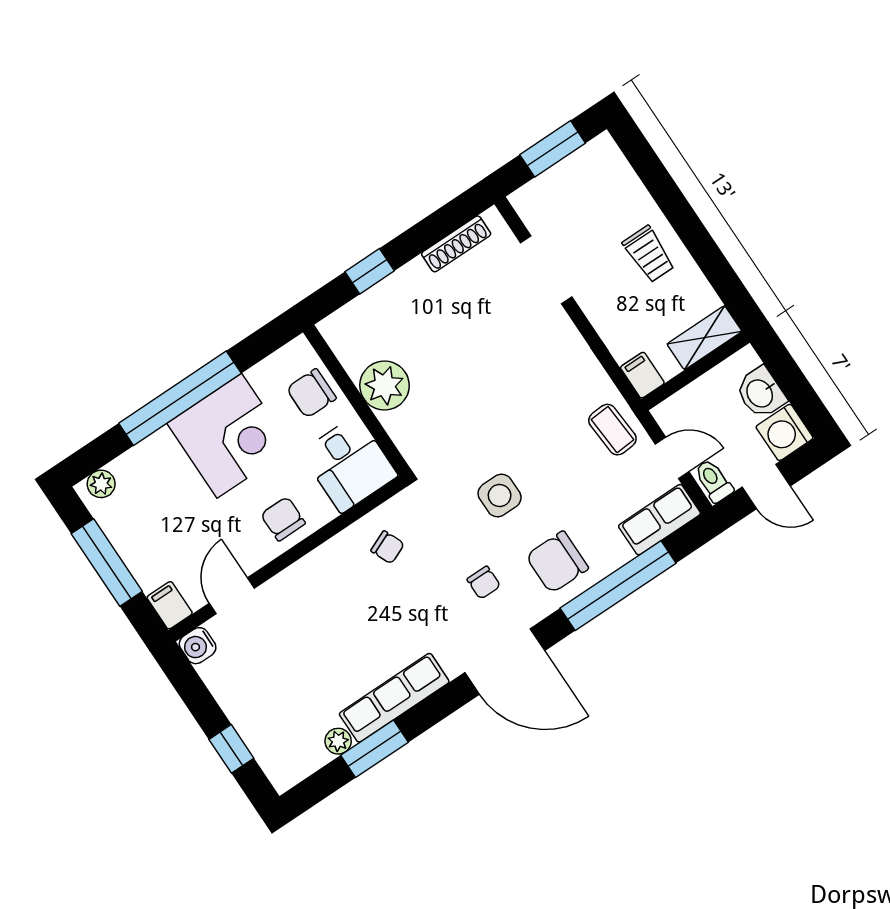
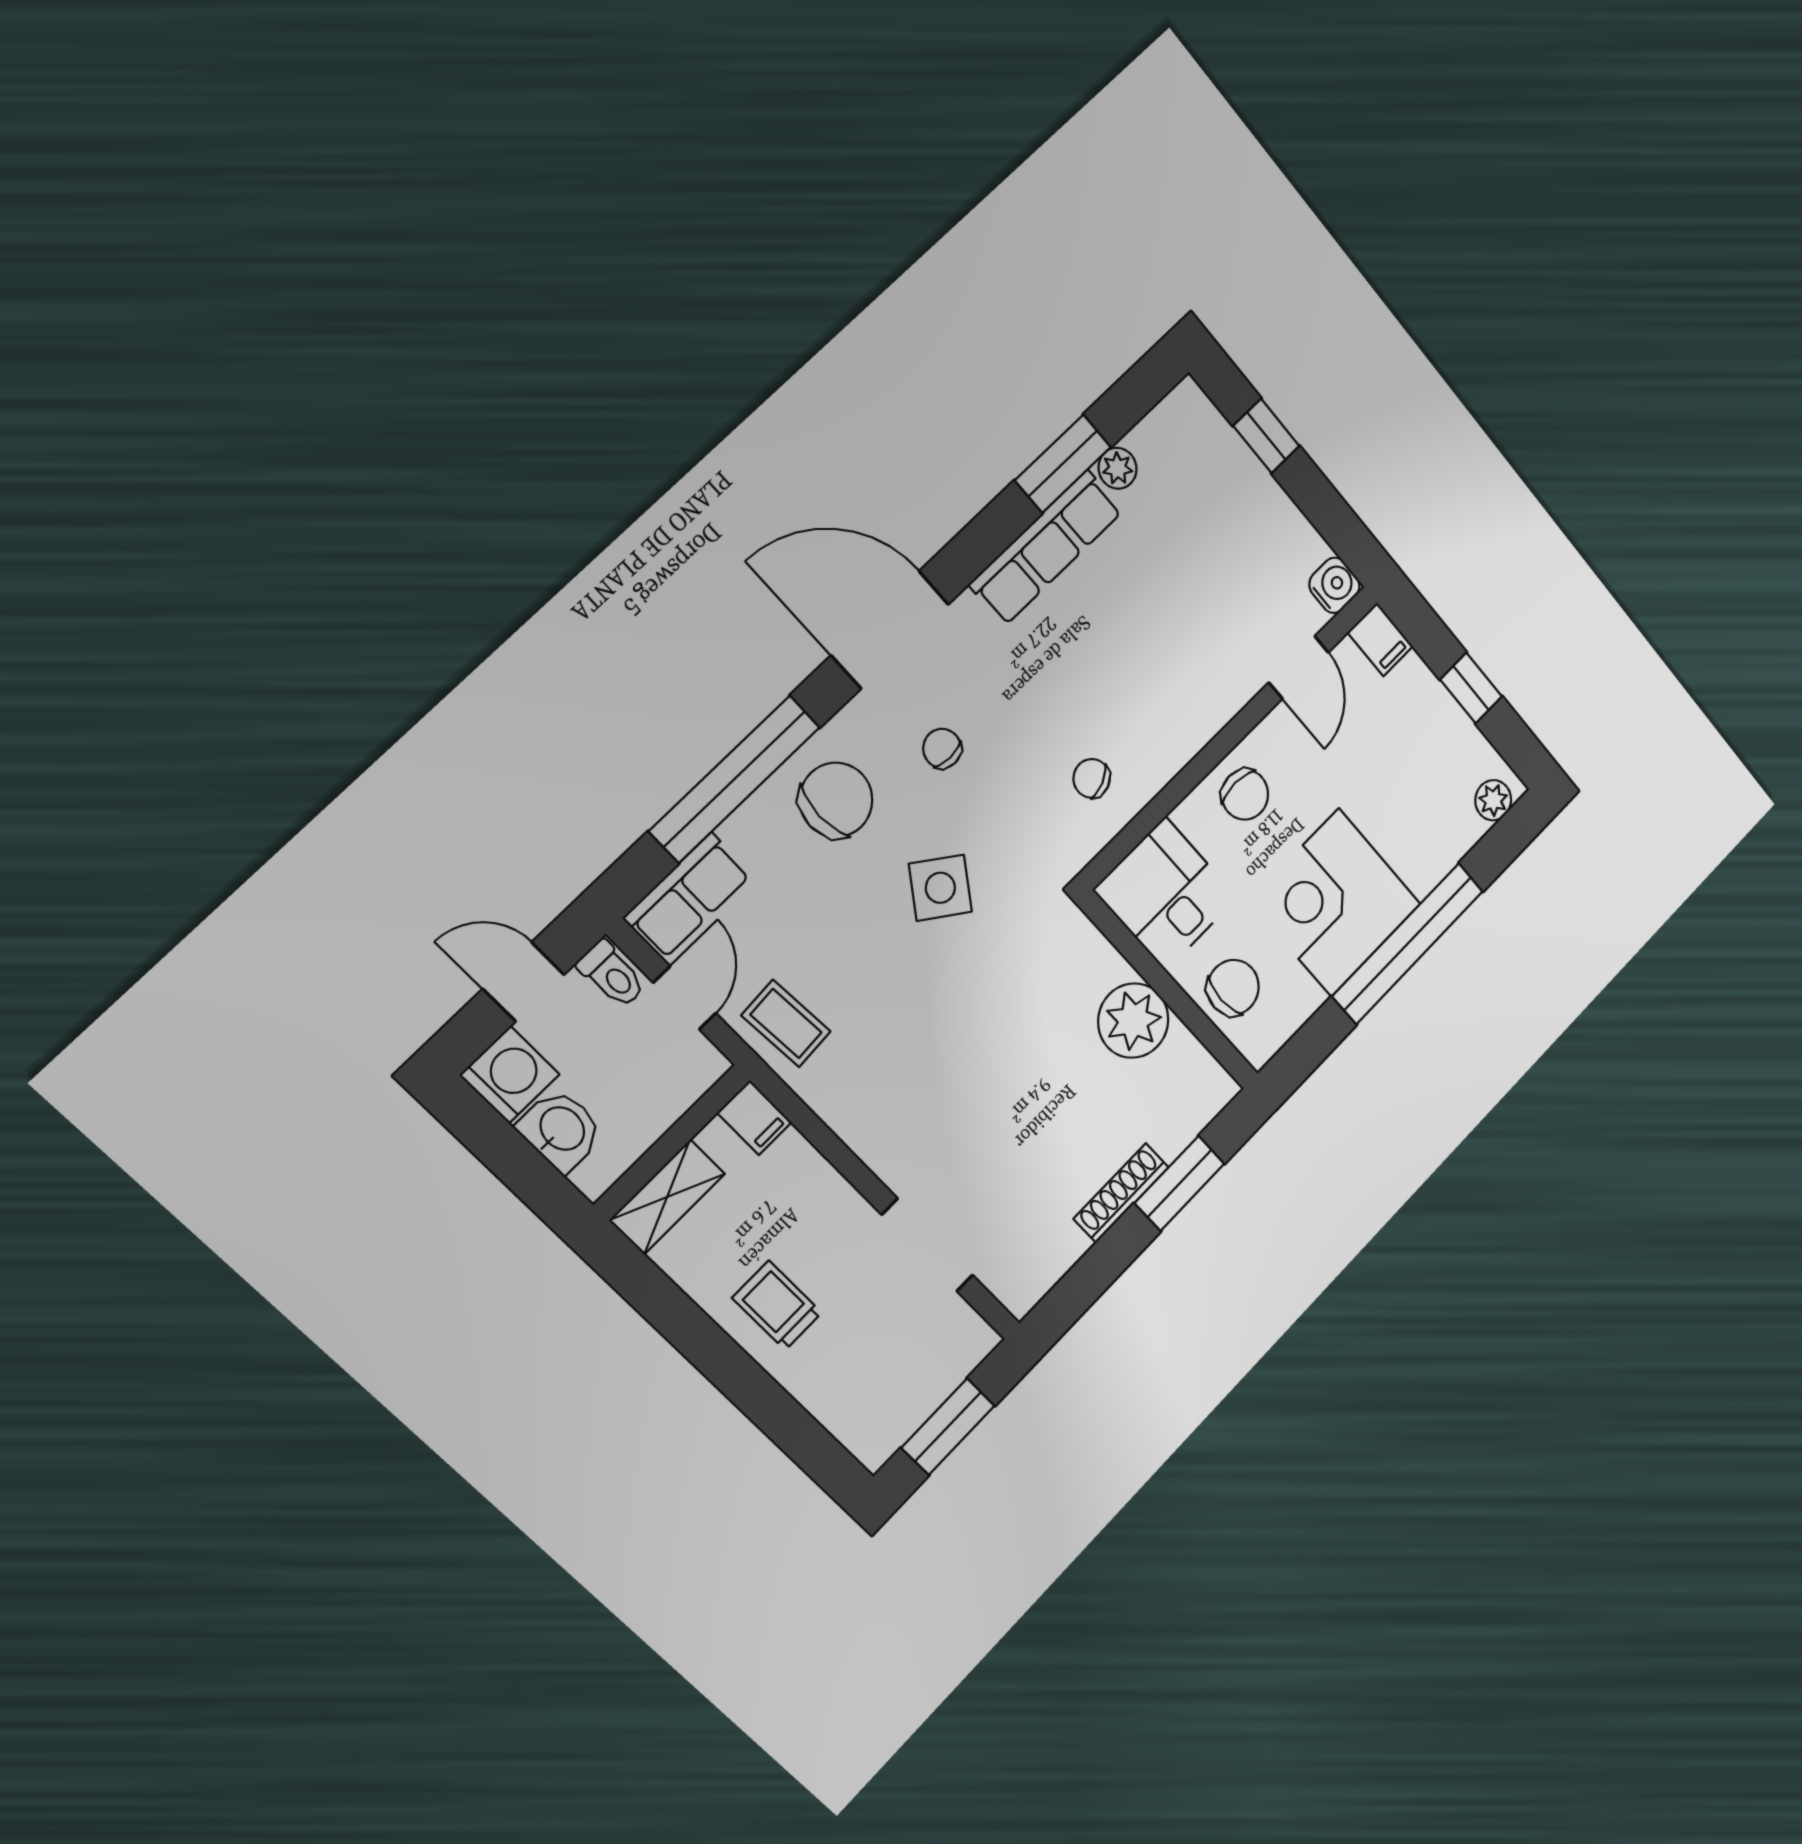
shoe rack: (456, 244) -> (1121, 1193), moved
window: (370, 271) -> (1180, 1183), width x1.50
door: (672, 458) -> (685, 998), swing flipped
side table: (500, 496) -> (940, 888), turned 35
window: (107, 563) -> (1471, 688), width x0.46

